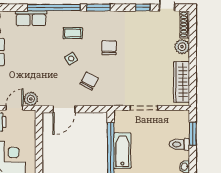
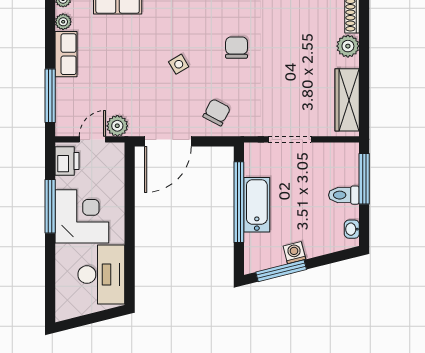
coffee table: (73, 33) -> (181, 25), removed
chair: (89, 81) -> (217, 112), moved
door: (64, 109) -> (168, 141), width x1.36
window: (193, 134) -> (364, 179), width x1.44

